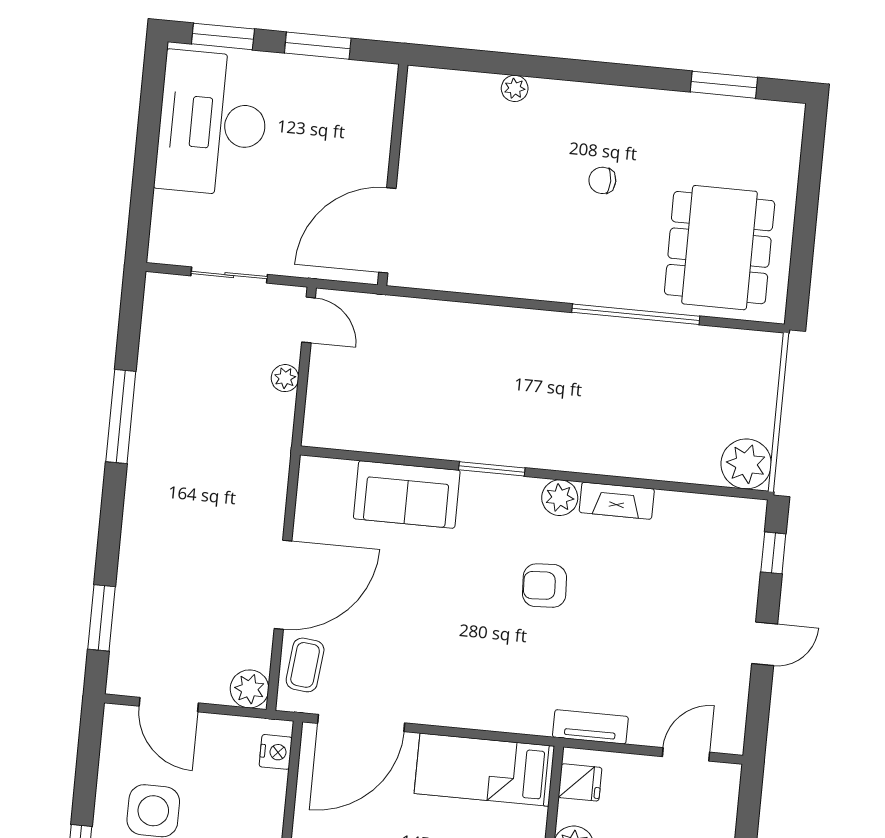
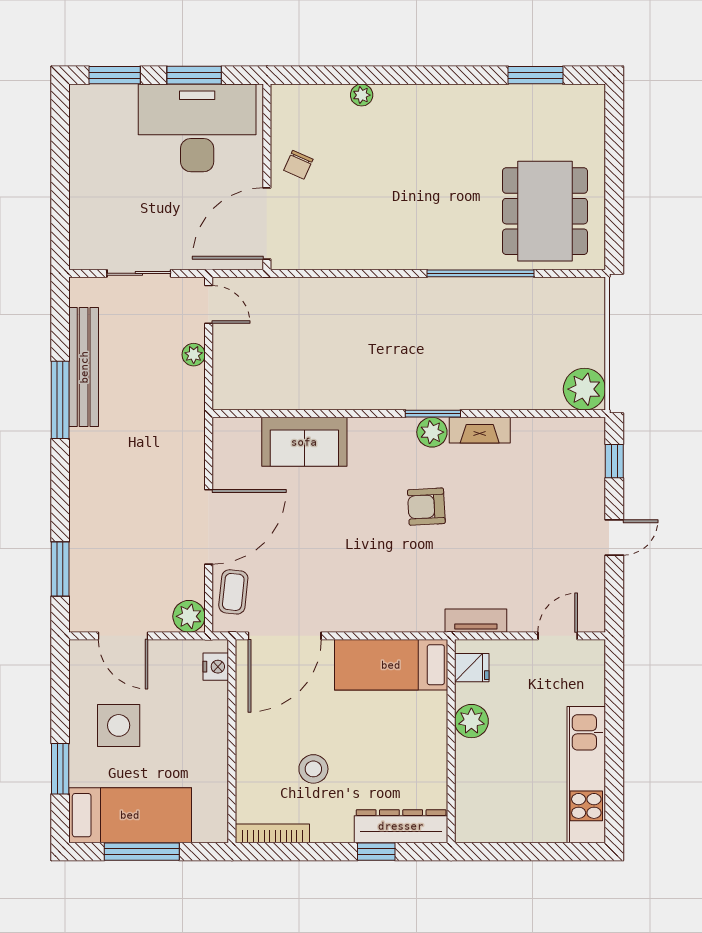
desk: (212, 123) -> (197, 128), moved, turned 90
chair: (602, 180) -> (298, 165), moved, turned -66
bench: (153, 380) -> (84, 367), added
window: (492, 469) -> (433, 414), moved

